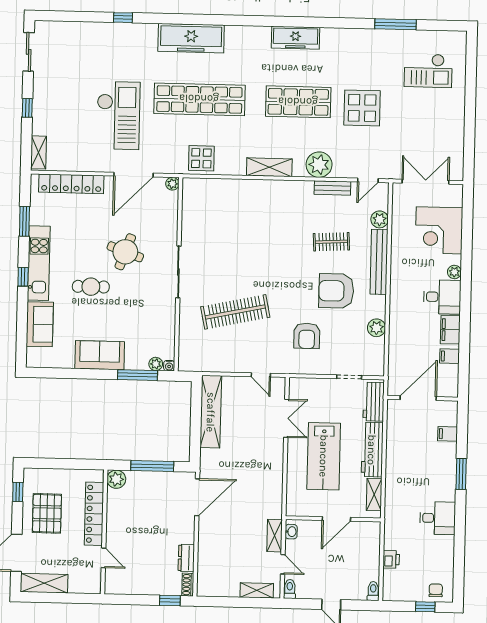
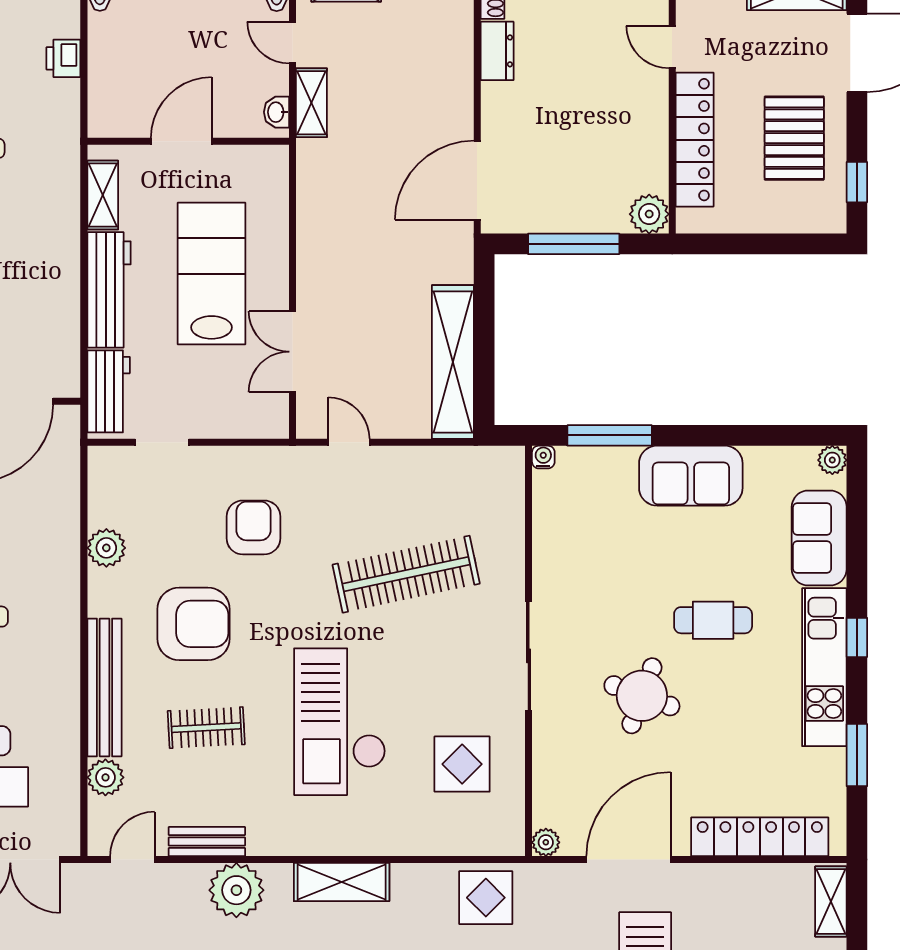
display table: (211, 222) -> (462, 764), added
checkout: (268, 243) -> (340, 722), added
plant: (156, 364) -> (832, 460), moved

